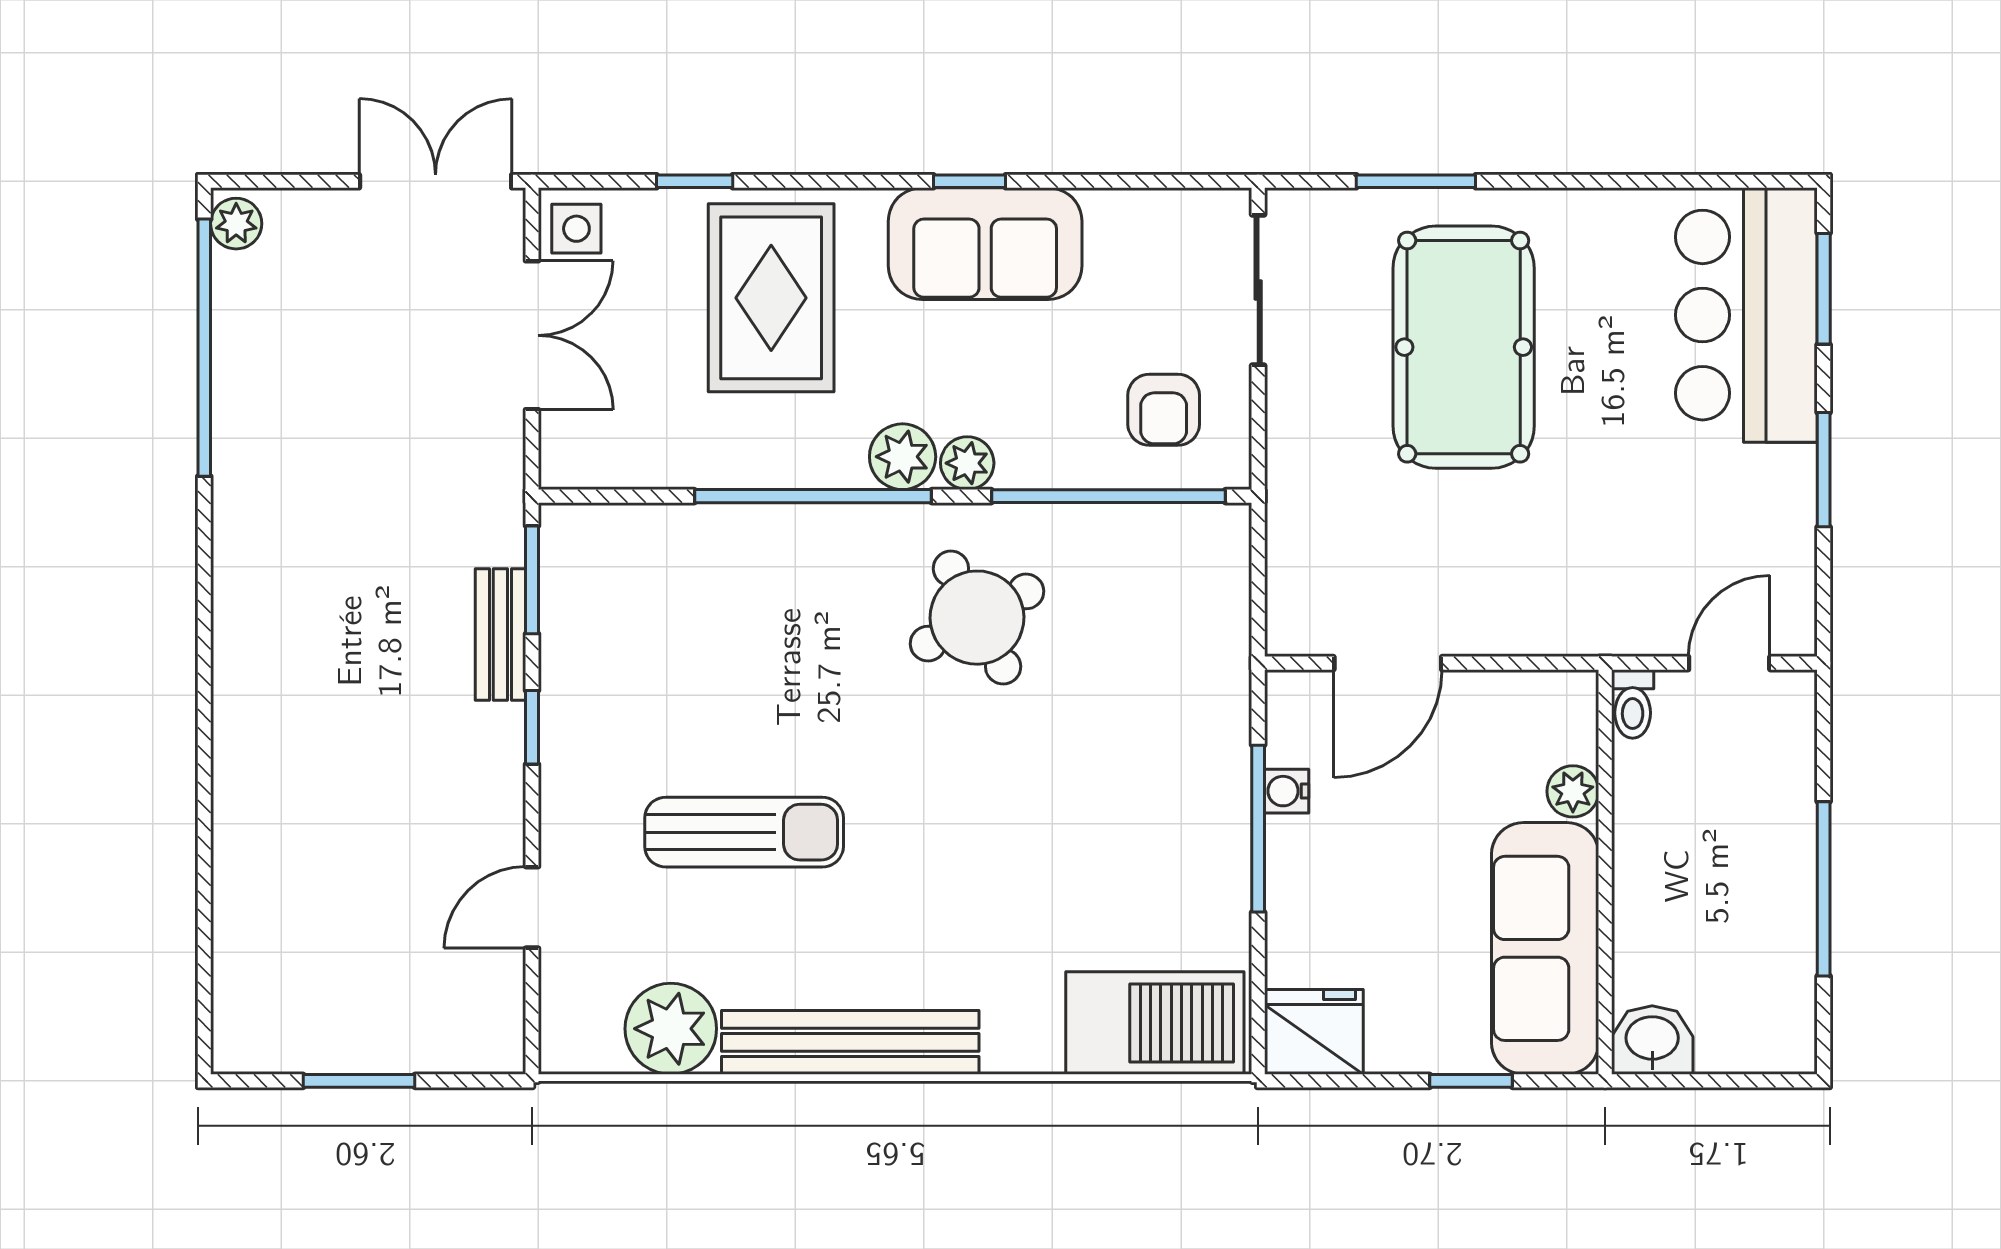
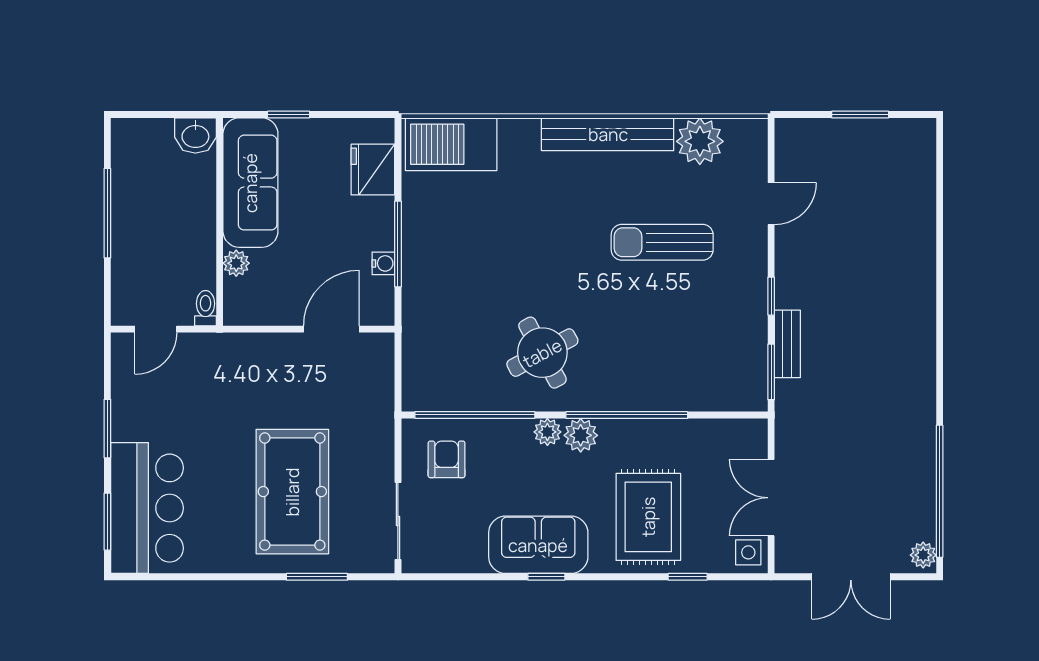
double door: (436, 181) -> (851, 577), moved
fridge: (1314, 1032) -> (373, 170), moved, turned 90

